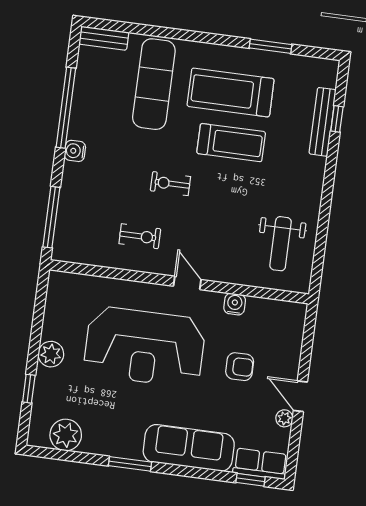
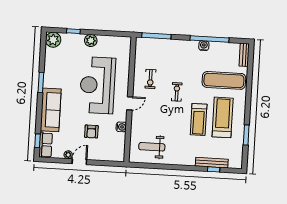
water cooler: (75, 151) -> (204, 46), moved
plant: (66, 435) -> (53, 40), moved

